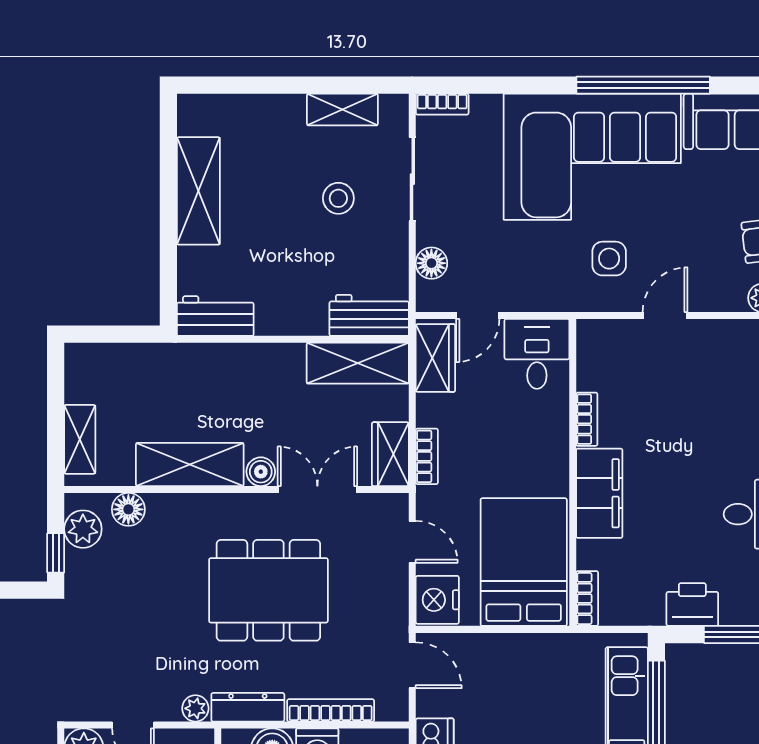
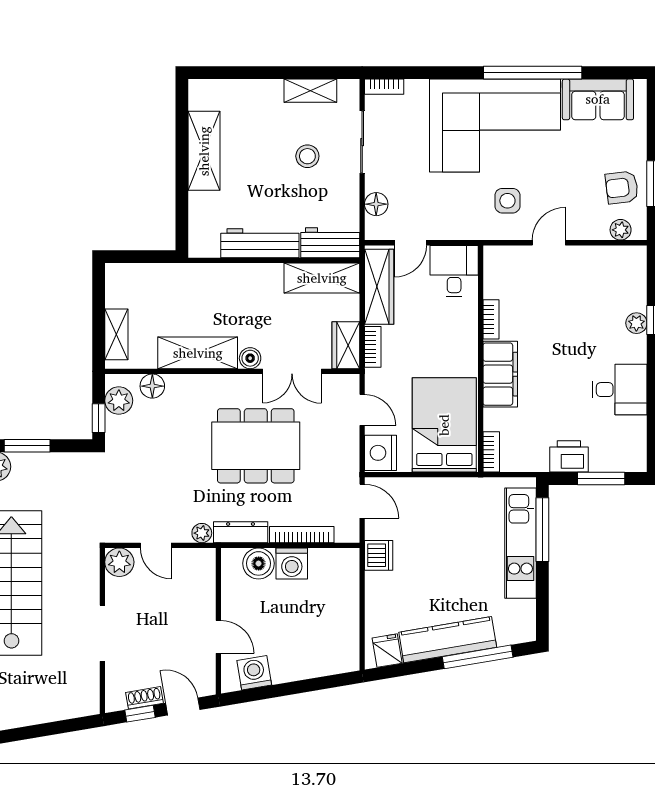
workbench: (215, 316) -> (260, 243), moved, width x1.38
wardrobe: (435, 358) -> (379, 287), width x1.50
double door: (317, 489) -> (292, 371), swing flipped

